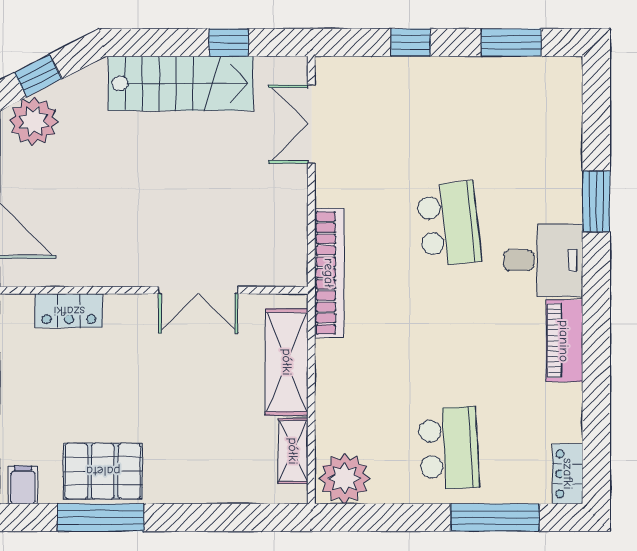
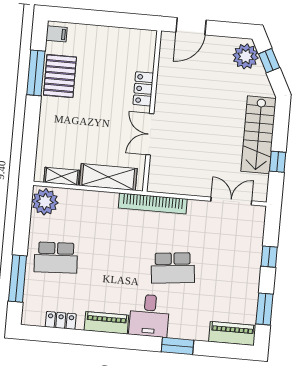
piano: (563, 100) -> (232, 333), added
locker: (69, 311) -> (143, 89), moved
locker: (568, 474) -> (61, 320), moved

